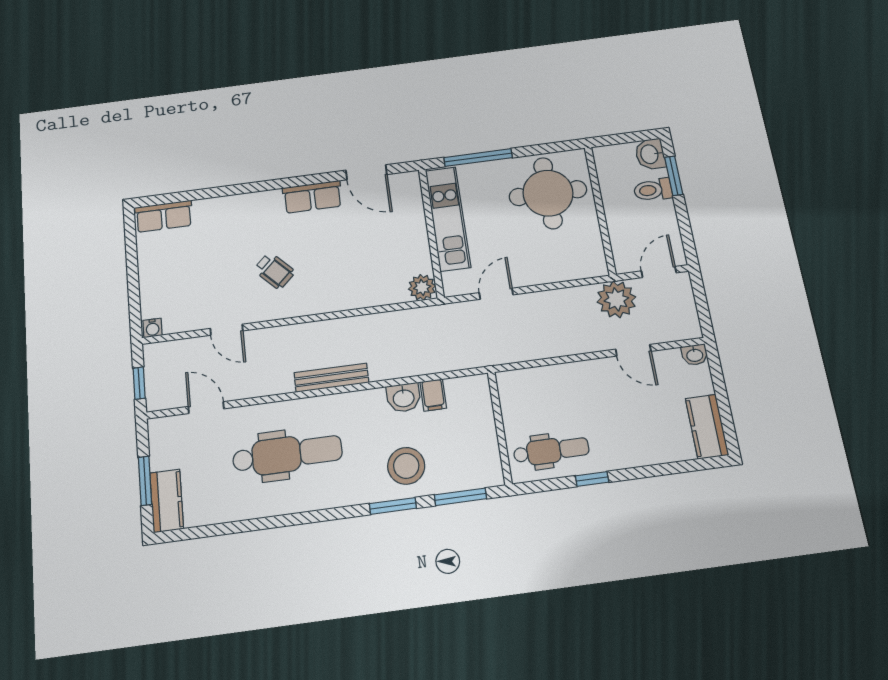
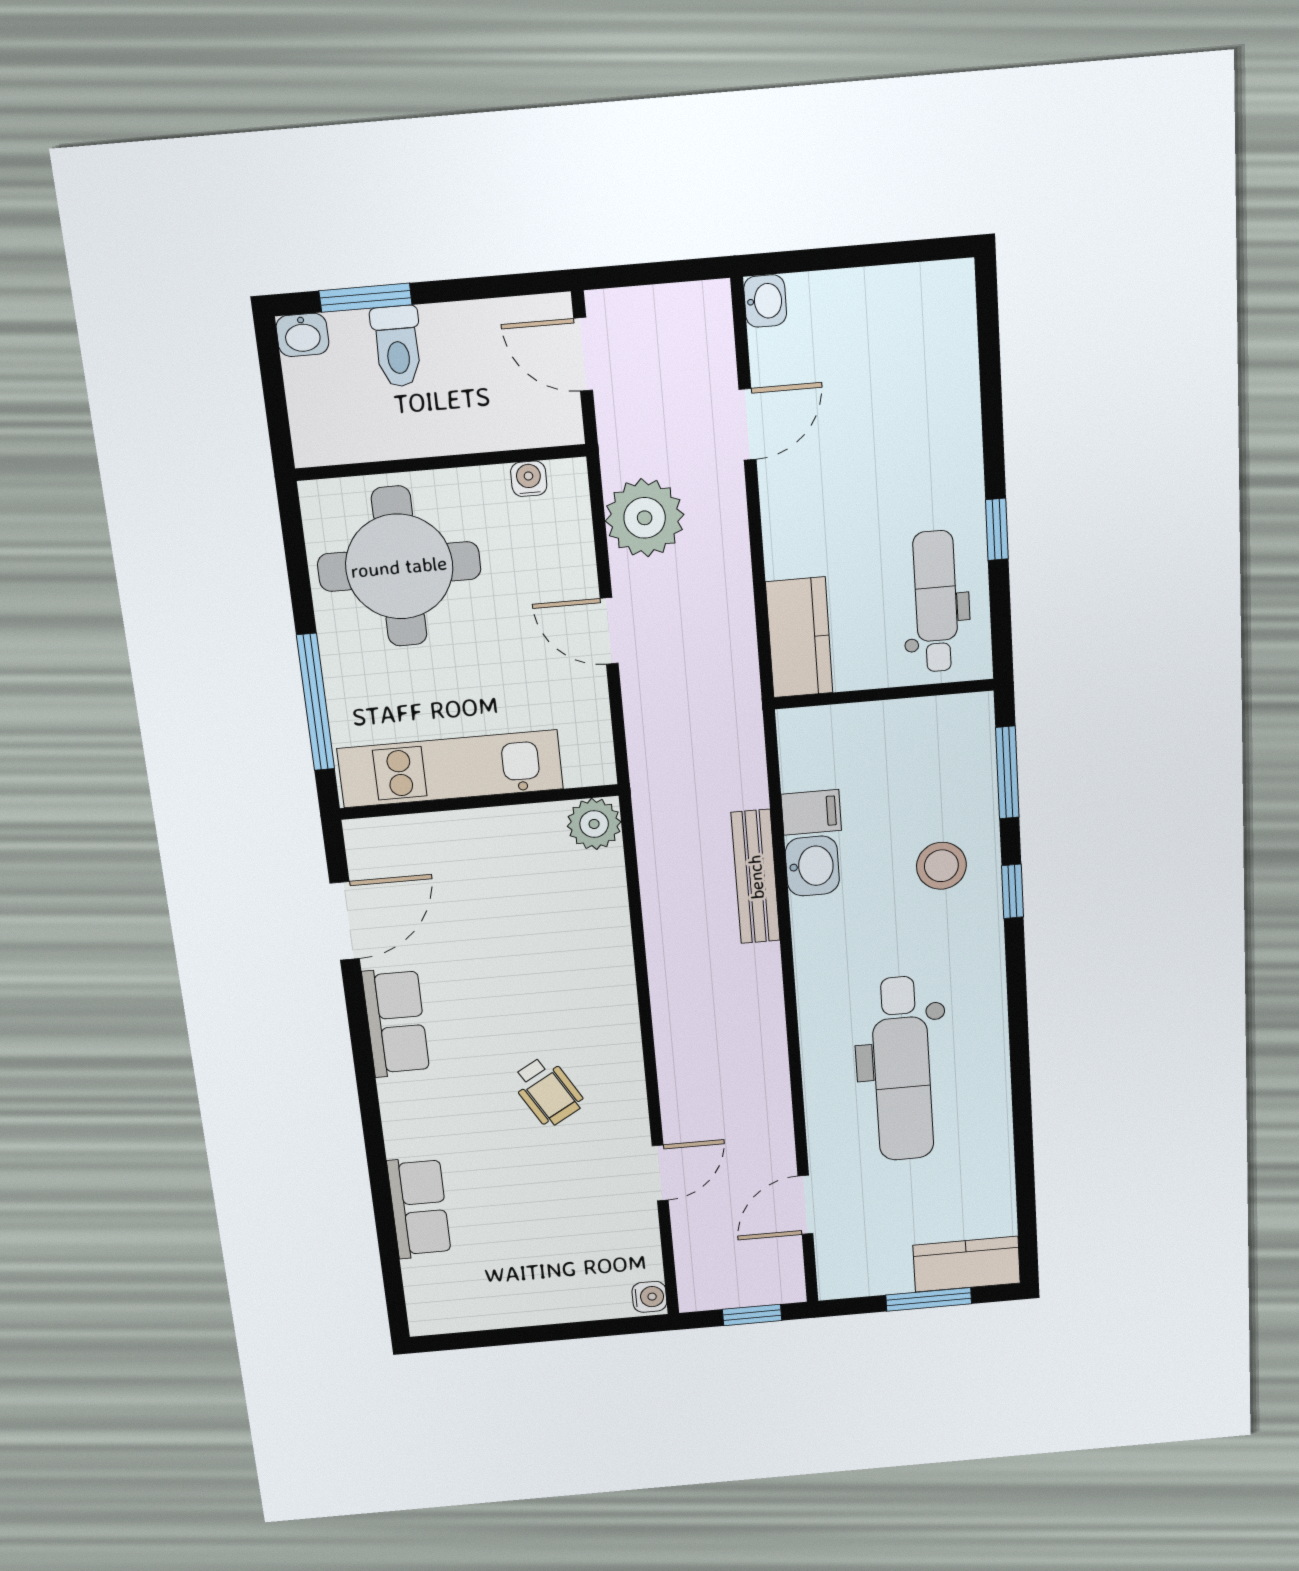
washbasin: (650, 154) -> (302, 335), width x0.72, depth x0.69
row of seats: (164, 216) -> (419, 1208), moved
water cooler: (596, 250) -> (529, 479), added
wheelchair: (274, 271) -> (548, 1091), turned 104
door: (496, 294) -> (609, 631), moved
plant: (616, 299) -> (645, 518), moved
bench: (331, 378) -> (756, 877), moved
kitchen counter: (707, 427) -> (799, 638), moved, turned -90
dental chair: (287, 454) -> (902, 1069), turned 180
stool: (406, 466) -> (941, 866), width x0.73, depth x0.73
window: (393, 506) -> (1012, 891), width x0.67

